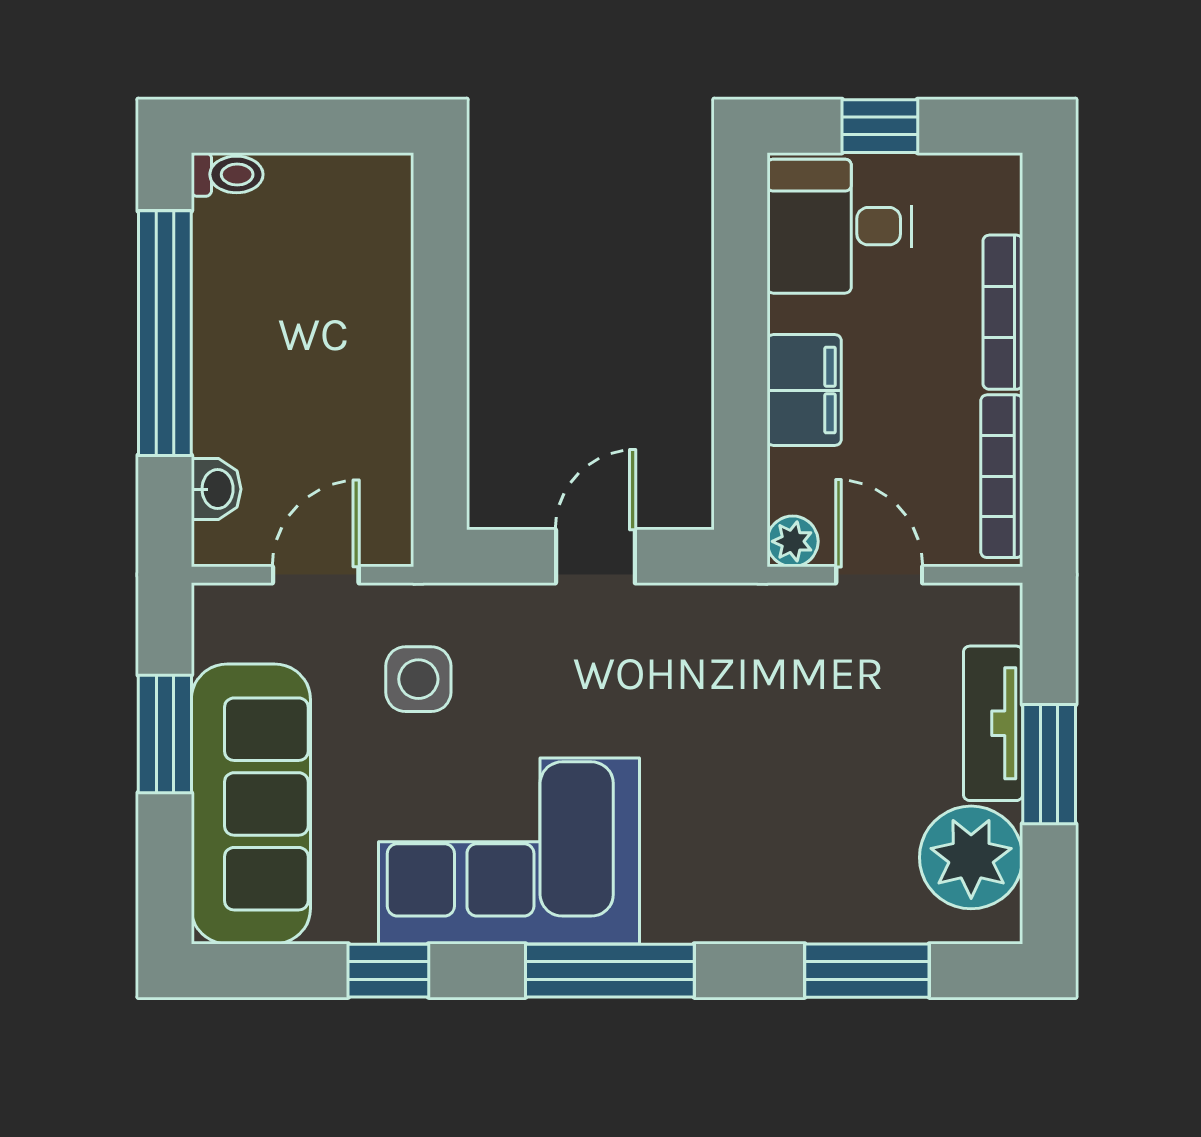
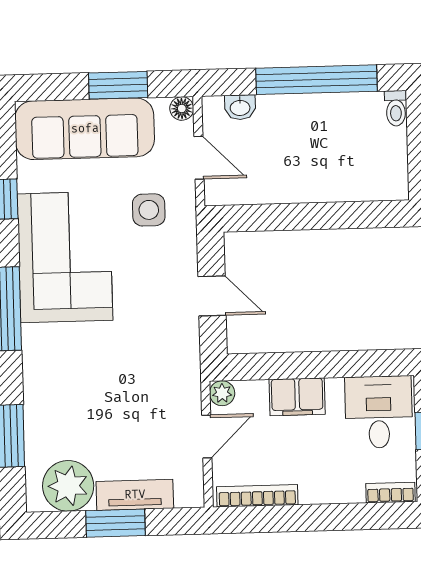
bookcase: (1003, 312) -> (390, 493), moved, width x0.64
floor lamp: (215, 607) -> (182, 108), added

